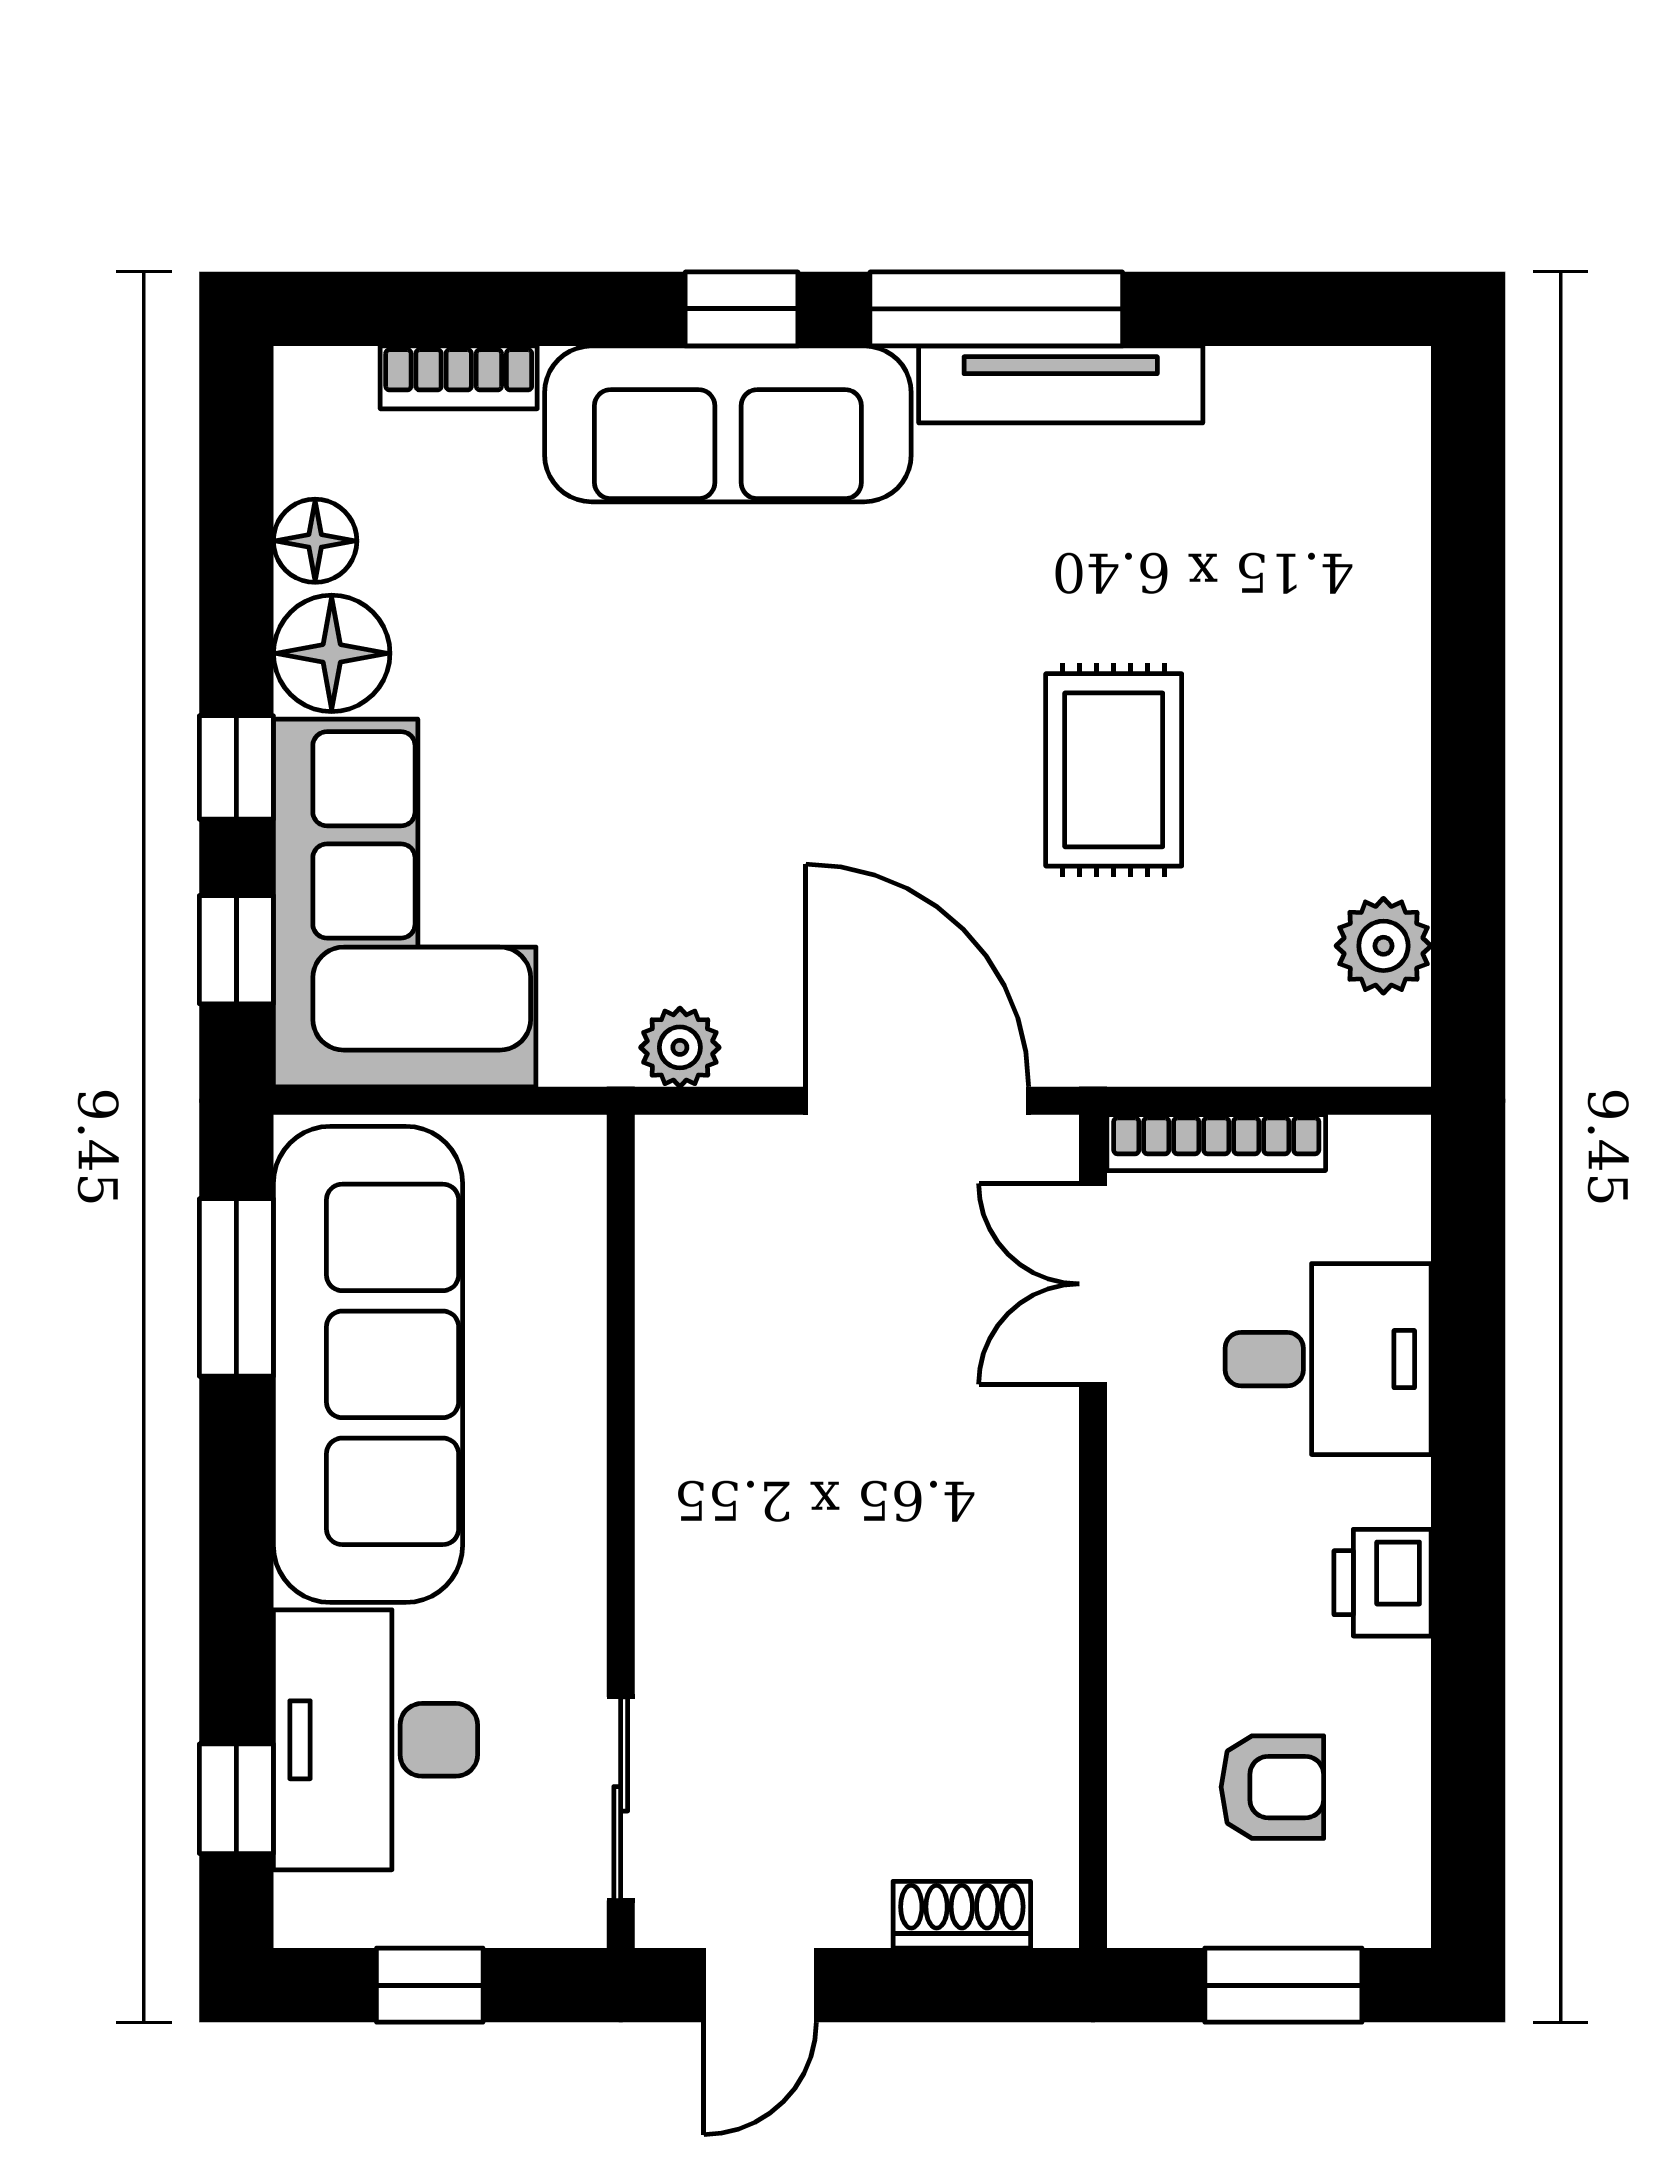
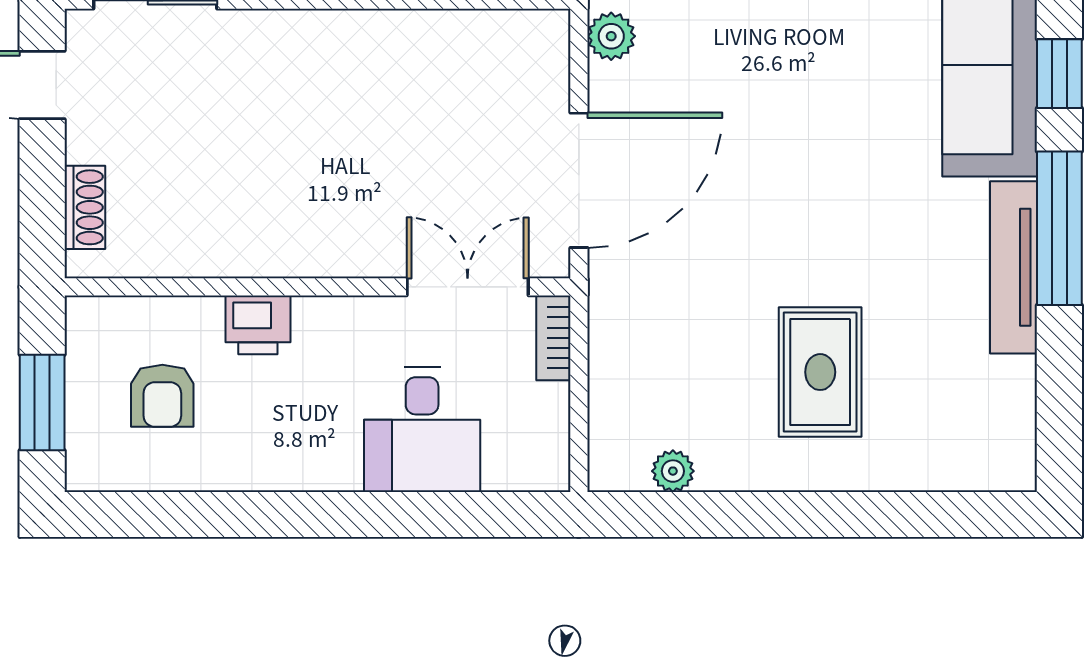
rug: (1114, 770) -> (820, 372), moved, turned 90
plant: (1383, 946) -> (673, 471), width x0.73, depth x0.73
bookcase: (1216, 1143) -> (553, 338), width x0.64
printer: (1382, 1583) -> (258, 325), moved, turned 180

